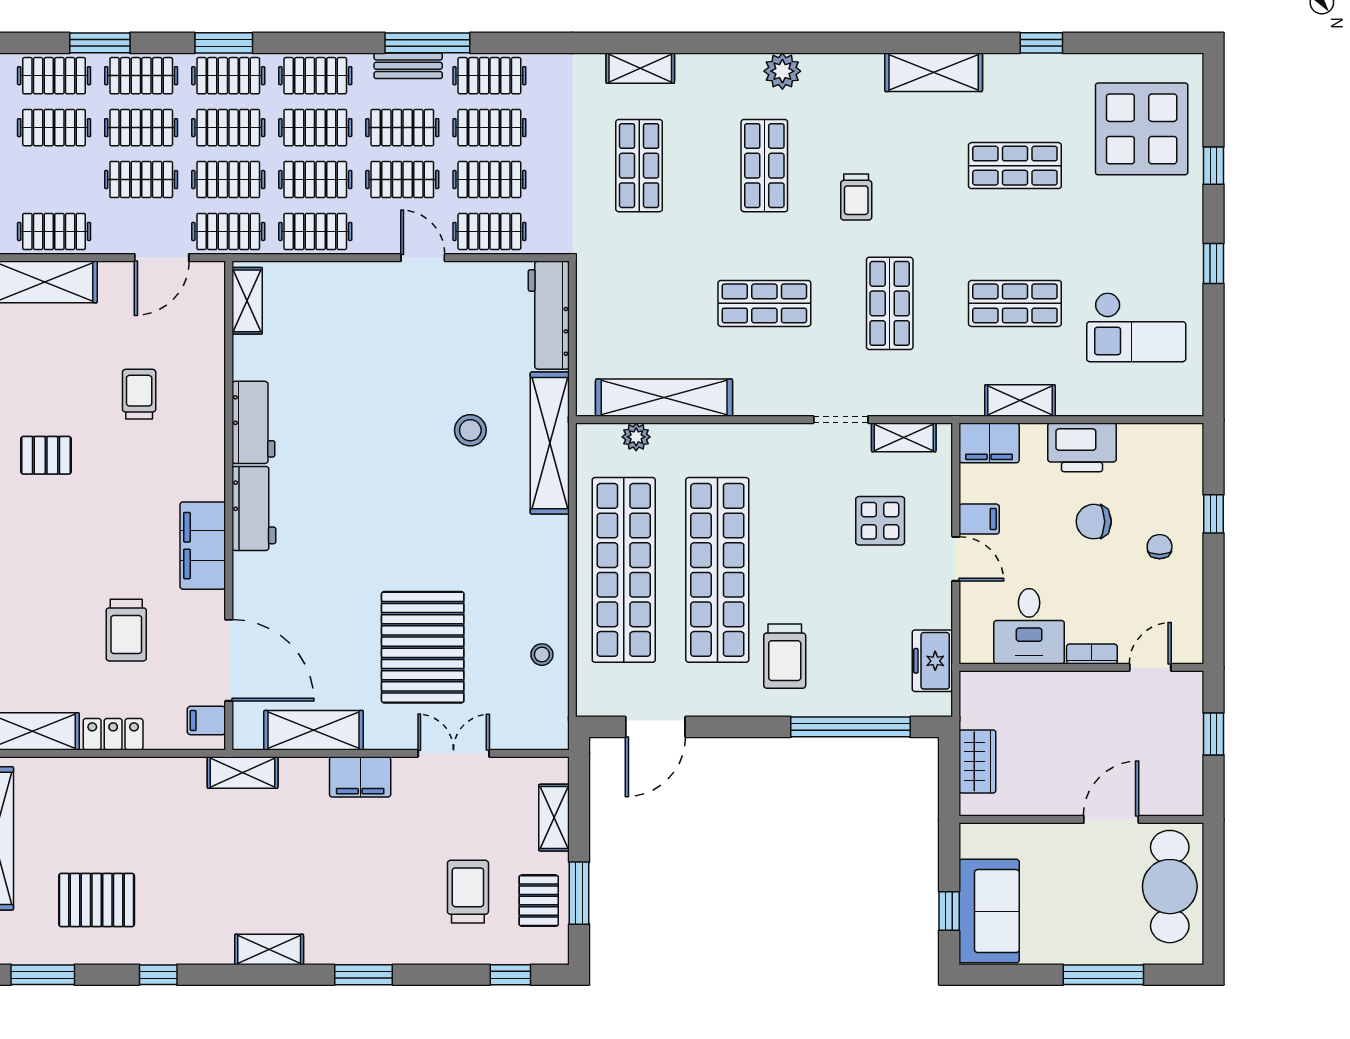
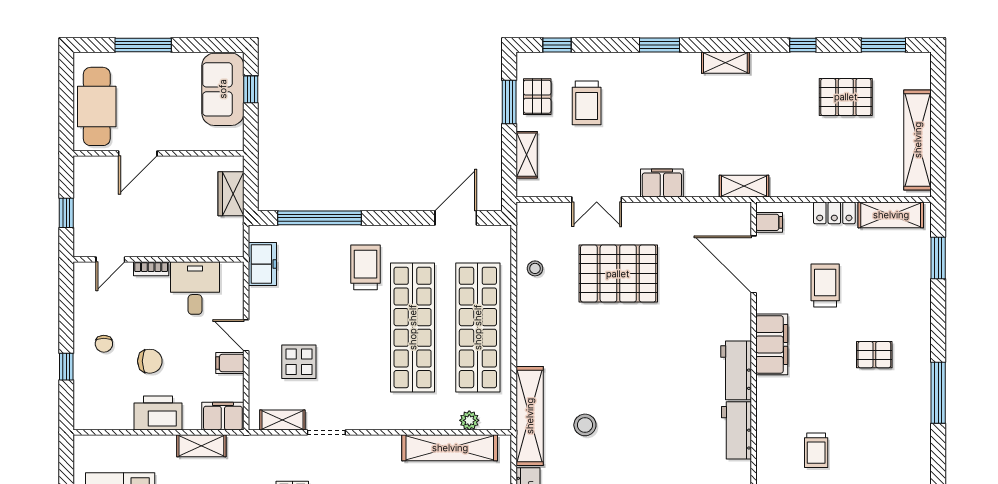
pallet: (46, 455) -> (874, 355), moved
pallet: (423, 647) -> (618, 274), turned 90
shelving: (314, 730) -> (694, 216), removed

